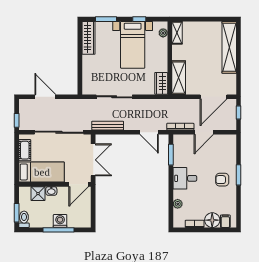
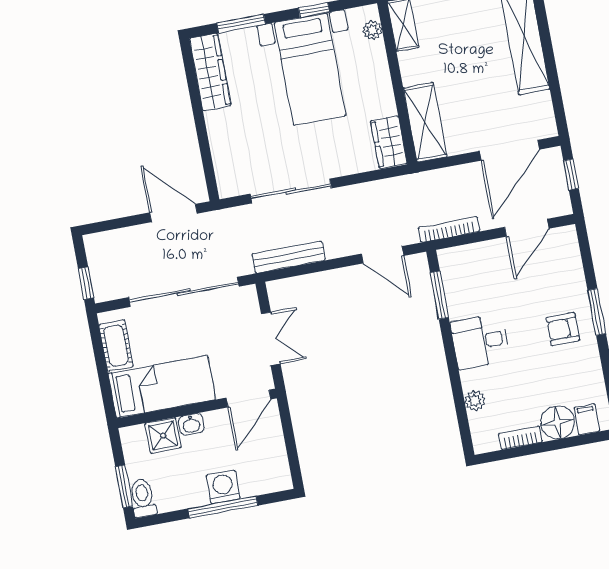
door: (45, 97) -> (173, 213), moved
door: (204, 132) -> (527, 228), moved
double door: (93, 160) -> (271, 339), width x0.73

